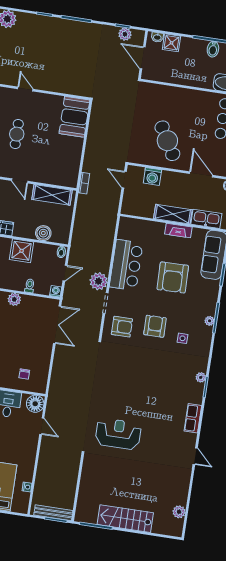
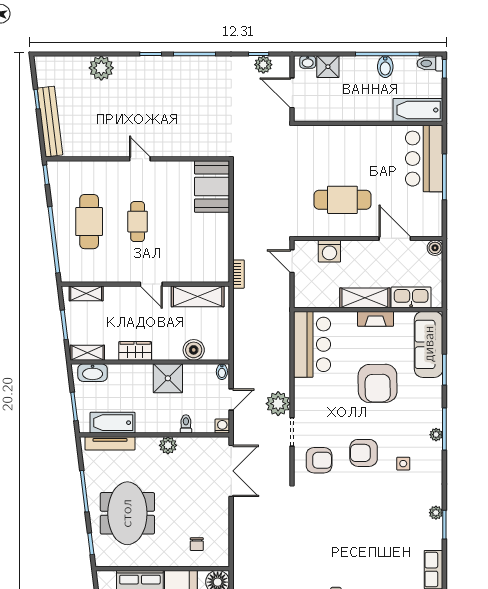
cafe table: (167, 141) -> (342, 200), turned -60
bar counter: (126, 265) -> (312, 344), moved
armchair: (155, 326) -> (364, 453), turned -90

